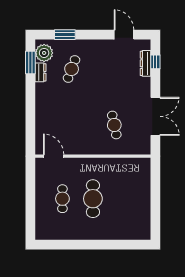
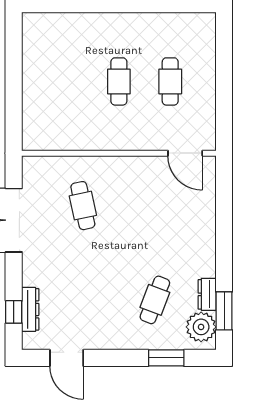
cafe table: (93, 199) -> (119, 81), width x0.73, depth x0.74

